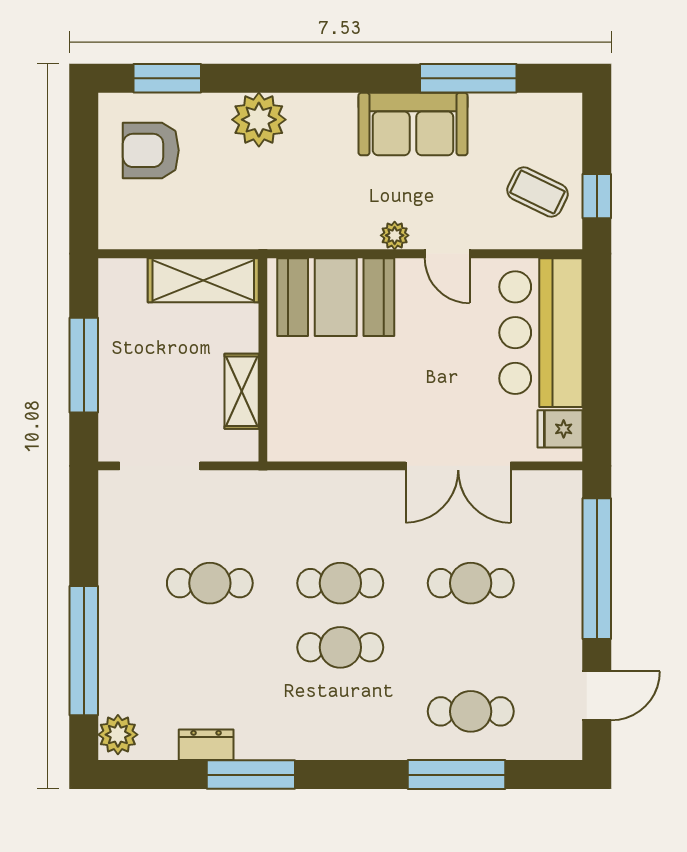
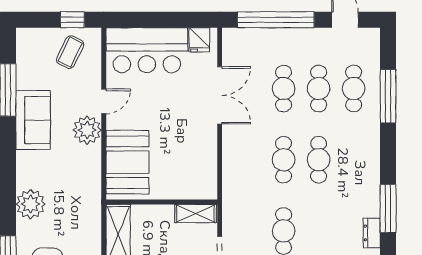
plant: (395, 235) -> (87, 130), width x1.87, depth x1.87
shelving: (242, 391) -> (195, 214), moved
cafe table: (471, 647) -> (319, 89), added

